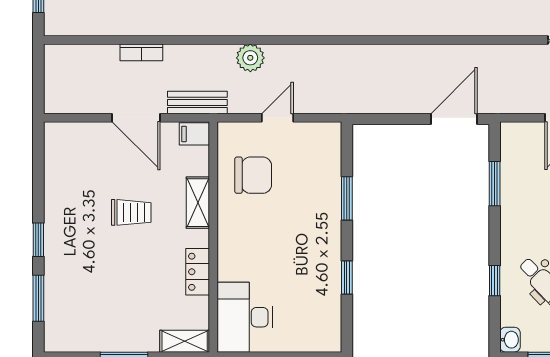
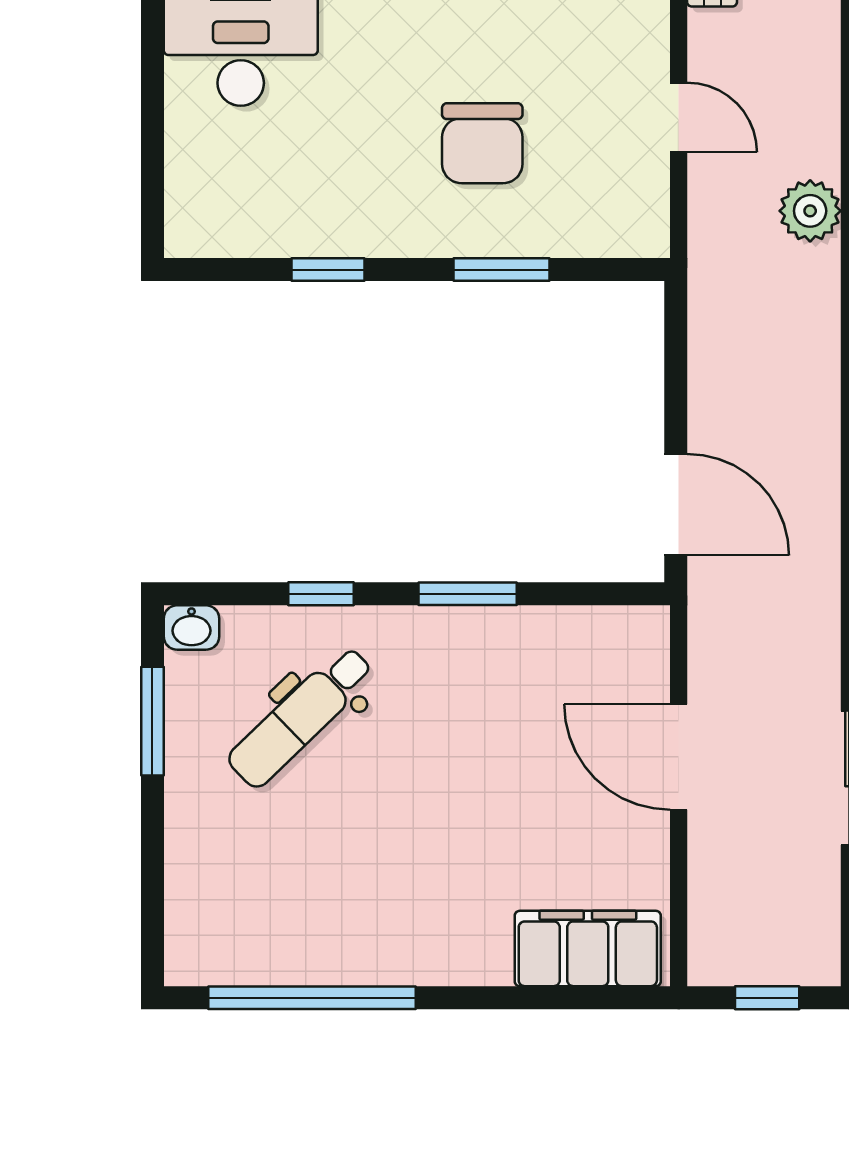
plant: (250, 58) -> (810, 211), moved
chair: (253, 175) -> (482, 143), moved
window: (495, 184) -> (468, 594), moved

